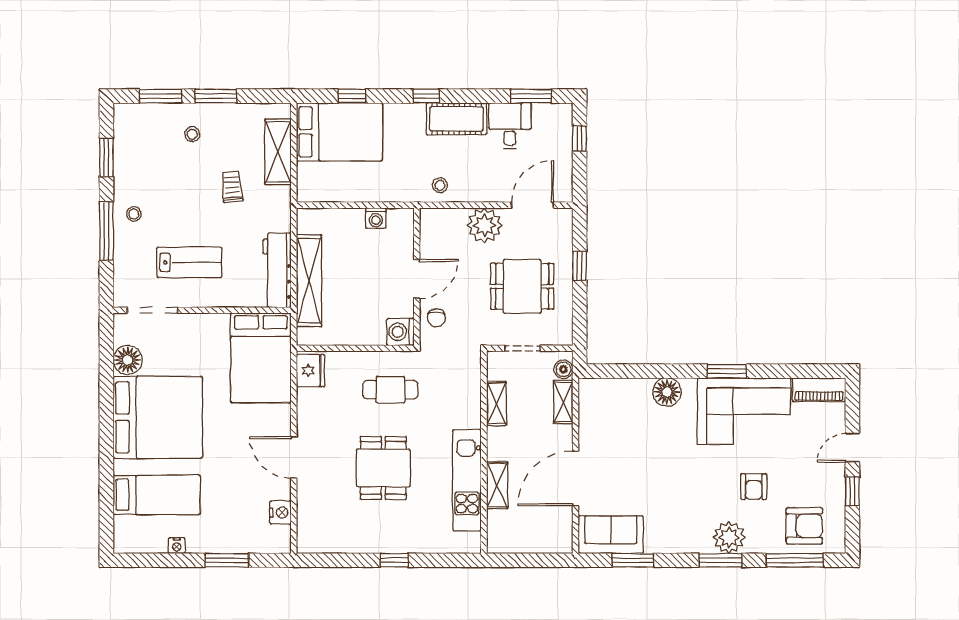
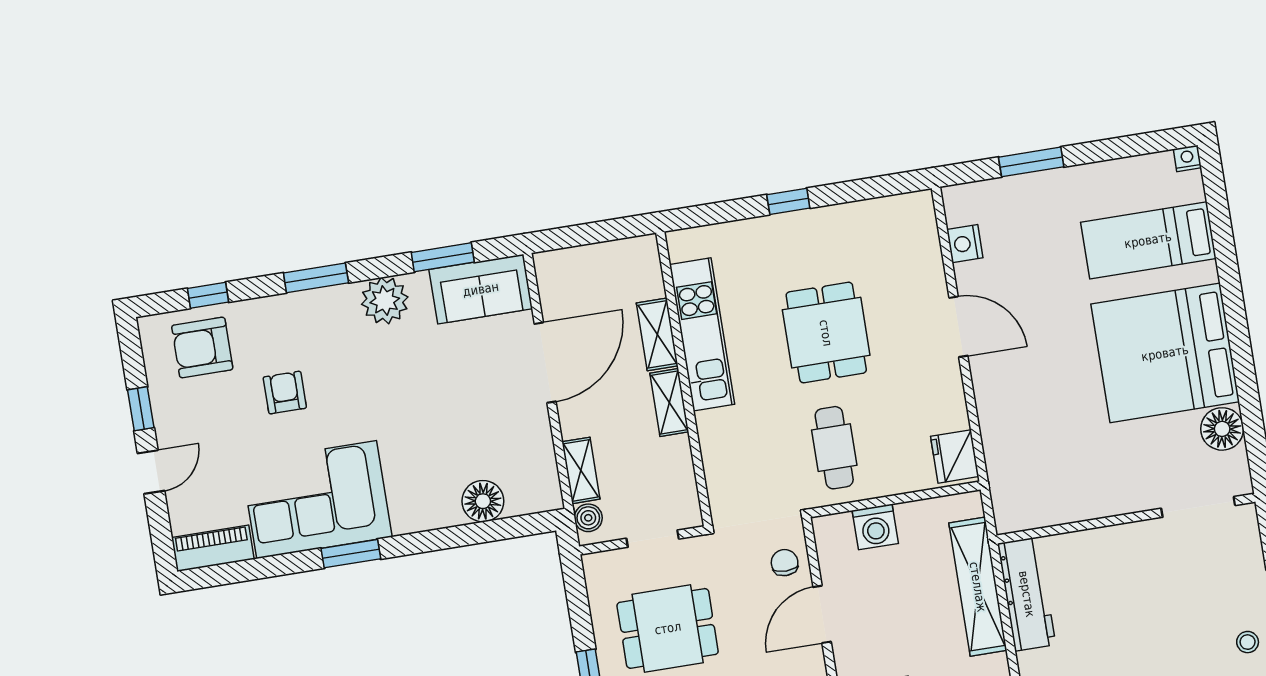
lab bench: (189, 262) -> (1156, 585), removed
washing machine: (400, 332) -> (875, 527), moved, turned 90
bed: (261, 358) -> (1030, 463), removed
cafe table: (390, 390) -> (834, 448), turned 90
floor lamp: (667, 392) -> (483, 501), moved
shelving: (496, 403) -> (669, 403), moved
plant: (729, 538) -> (385, 301), moved
nightstand: (177, 546) -> (1187, 158), moved
window: (795, 560) -> (208, 295), width x0.46

